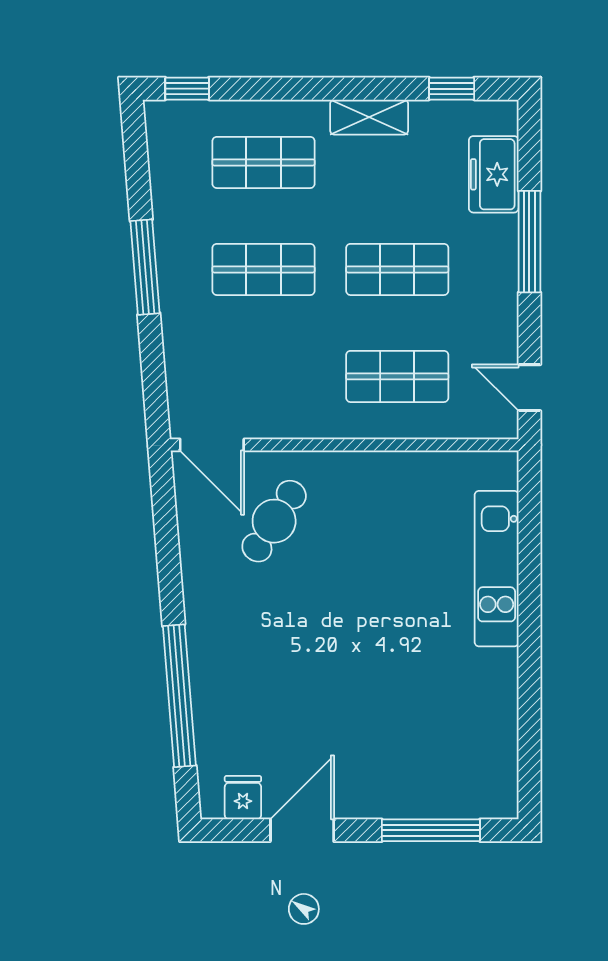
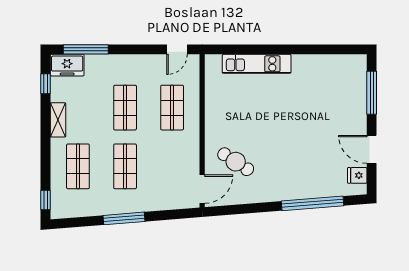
freezer: (494, 174) -> (67, 65), moved
window: (529, 242) -> (86, 49), moved

